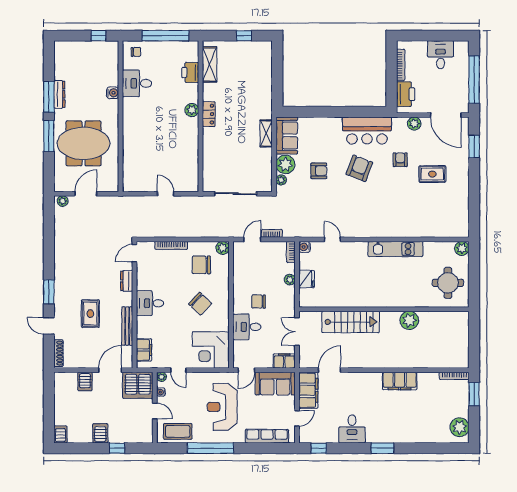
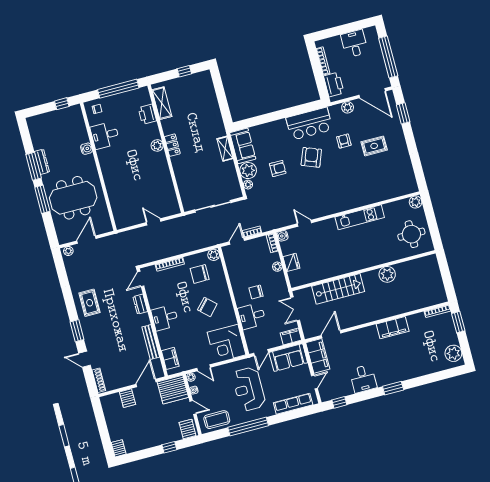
rug: (90, 314) -> (90, 303), moved
server rack: (100, 433) -> (187, 429), moved

